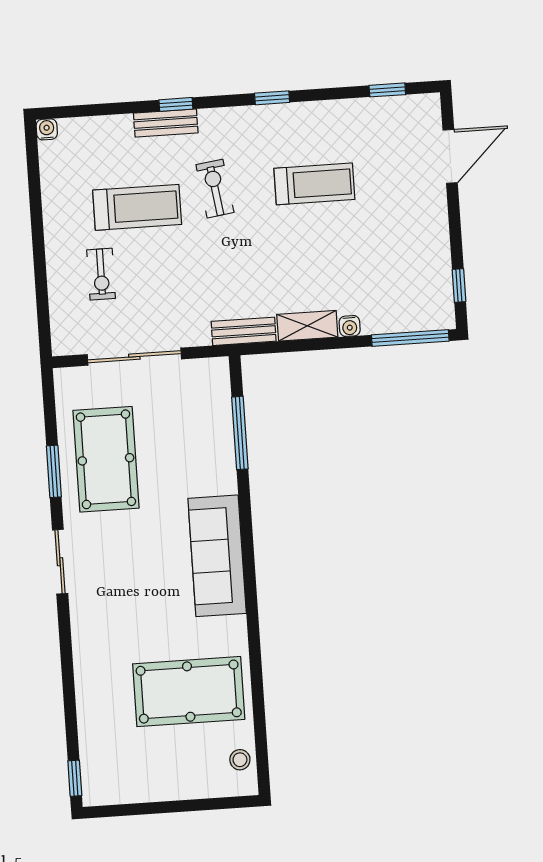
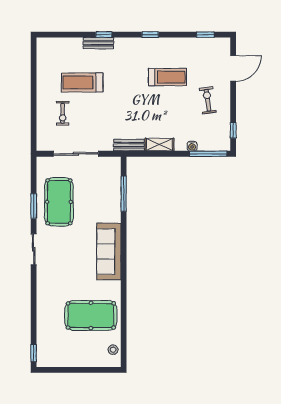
water cooler: (47, 129) -> (41, 42), removed
exercise bike: (215, 189) -> (208, 100), moved
treadmill: (137, 207) -> (82, 82), turned 180
water cooler: (350, 326) -> (192, 146), moved

